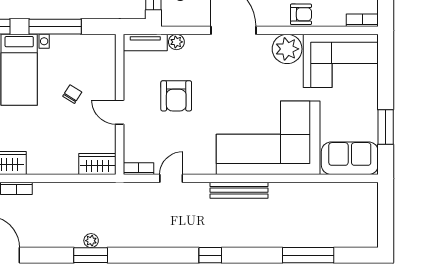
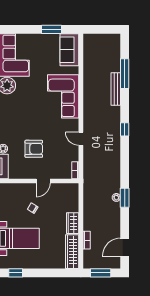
corner sofa: (268, 138) -> (63, 96), width x0.73, depth x0.74
wardrobe: (97, 164) -> (73, 223), moved
door: (171, 178) -> (81, 139), moved
bench: (239, 190) -> (116, 89), moved

